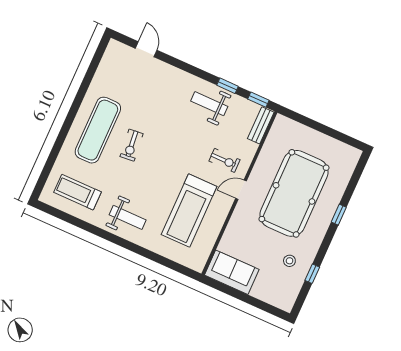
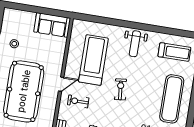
exercise bike: (132, 145) -> (121, 89), moved
weight bench: (128, 217) -> (135, 44), turned -90

